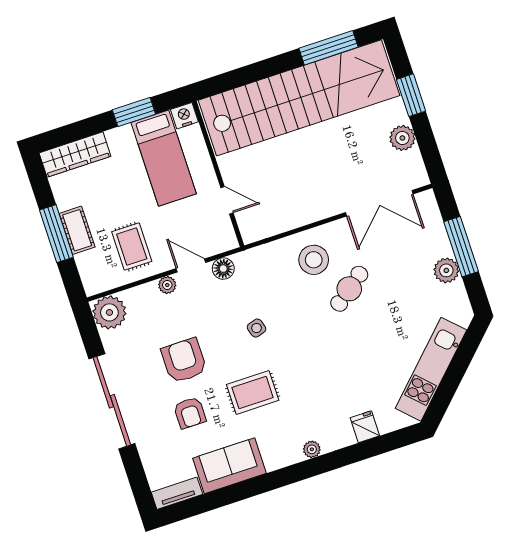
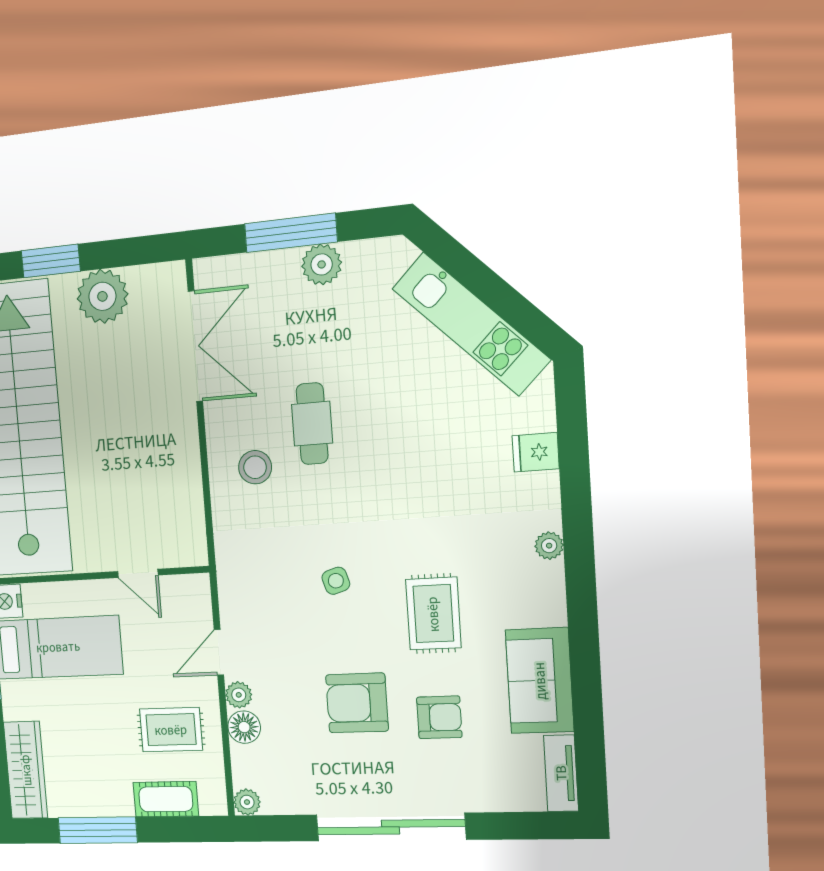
plant: (402, 138) -> (102, 296), width x1.36, depth x1.36
door: (227, 200) -> (138, 573), swing flipped
cot: (77, 230) -> (166, 799), moved
window: (56, 234) -> (98, 830), moved
stool: (314, 260) -> (255, 467), width x0.73, depth x0.73
floor lamp: (223, 269) -> (244, 727), moved
cafe table: (349, 289) -> (312, 424), turned 37
plant: (109, 312) -> (247, 802), width x0.53, depth x0.53

